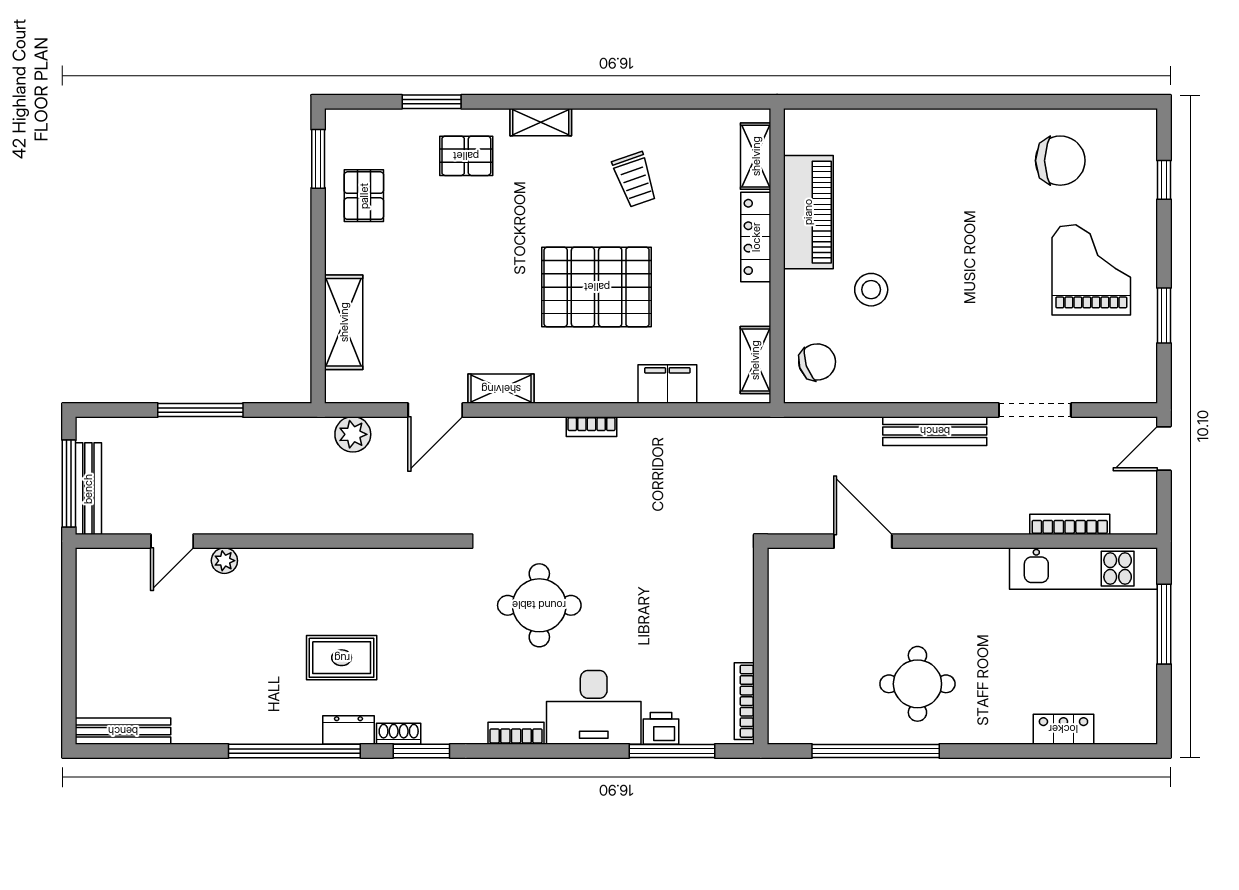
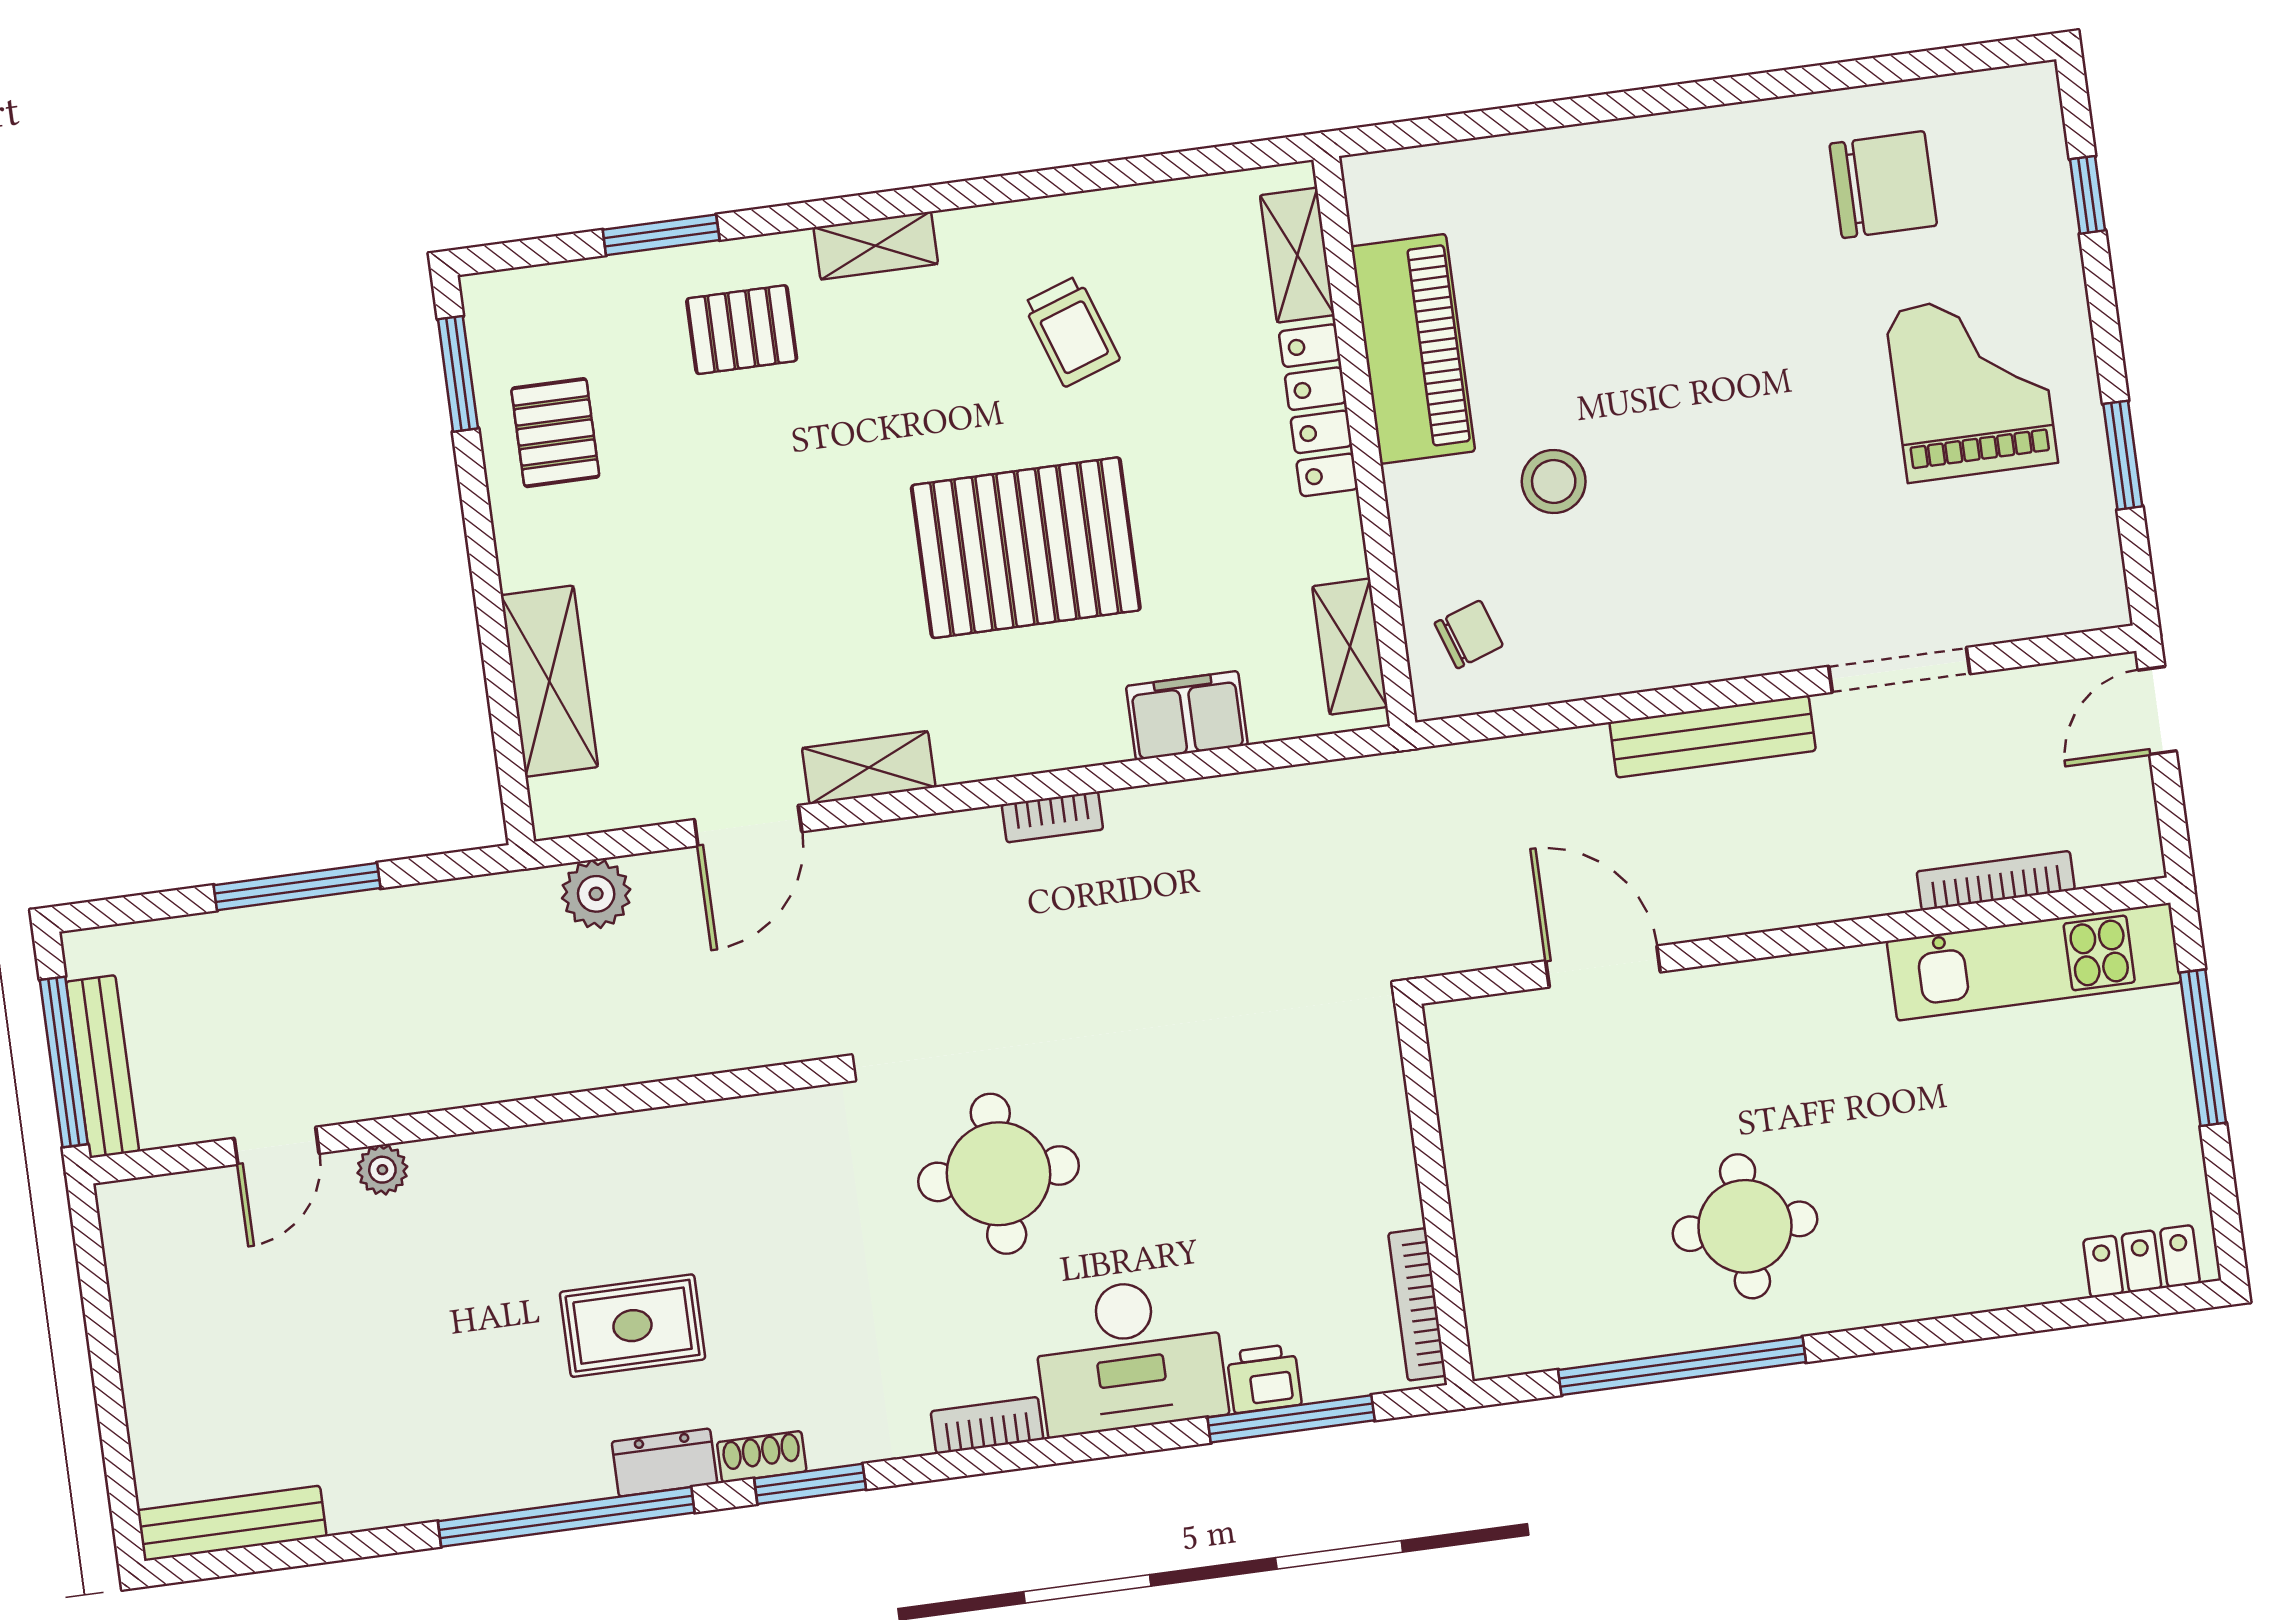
chair: (817, 362) -> (1469, 634), width x0.73, depth x0.73
locker: (1063, 729) -> (2142, 1261), moved

